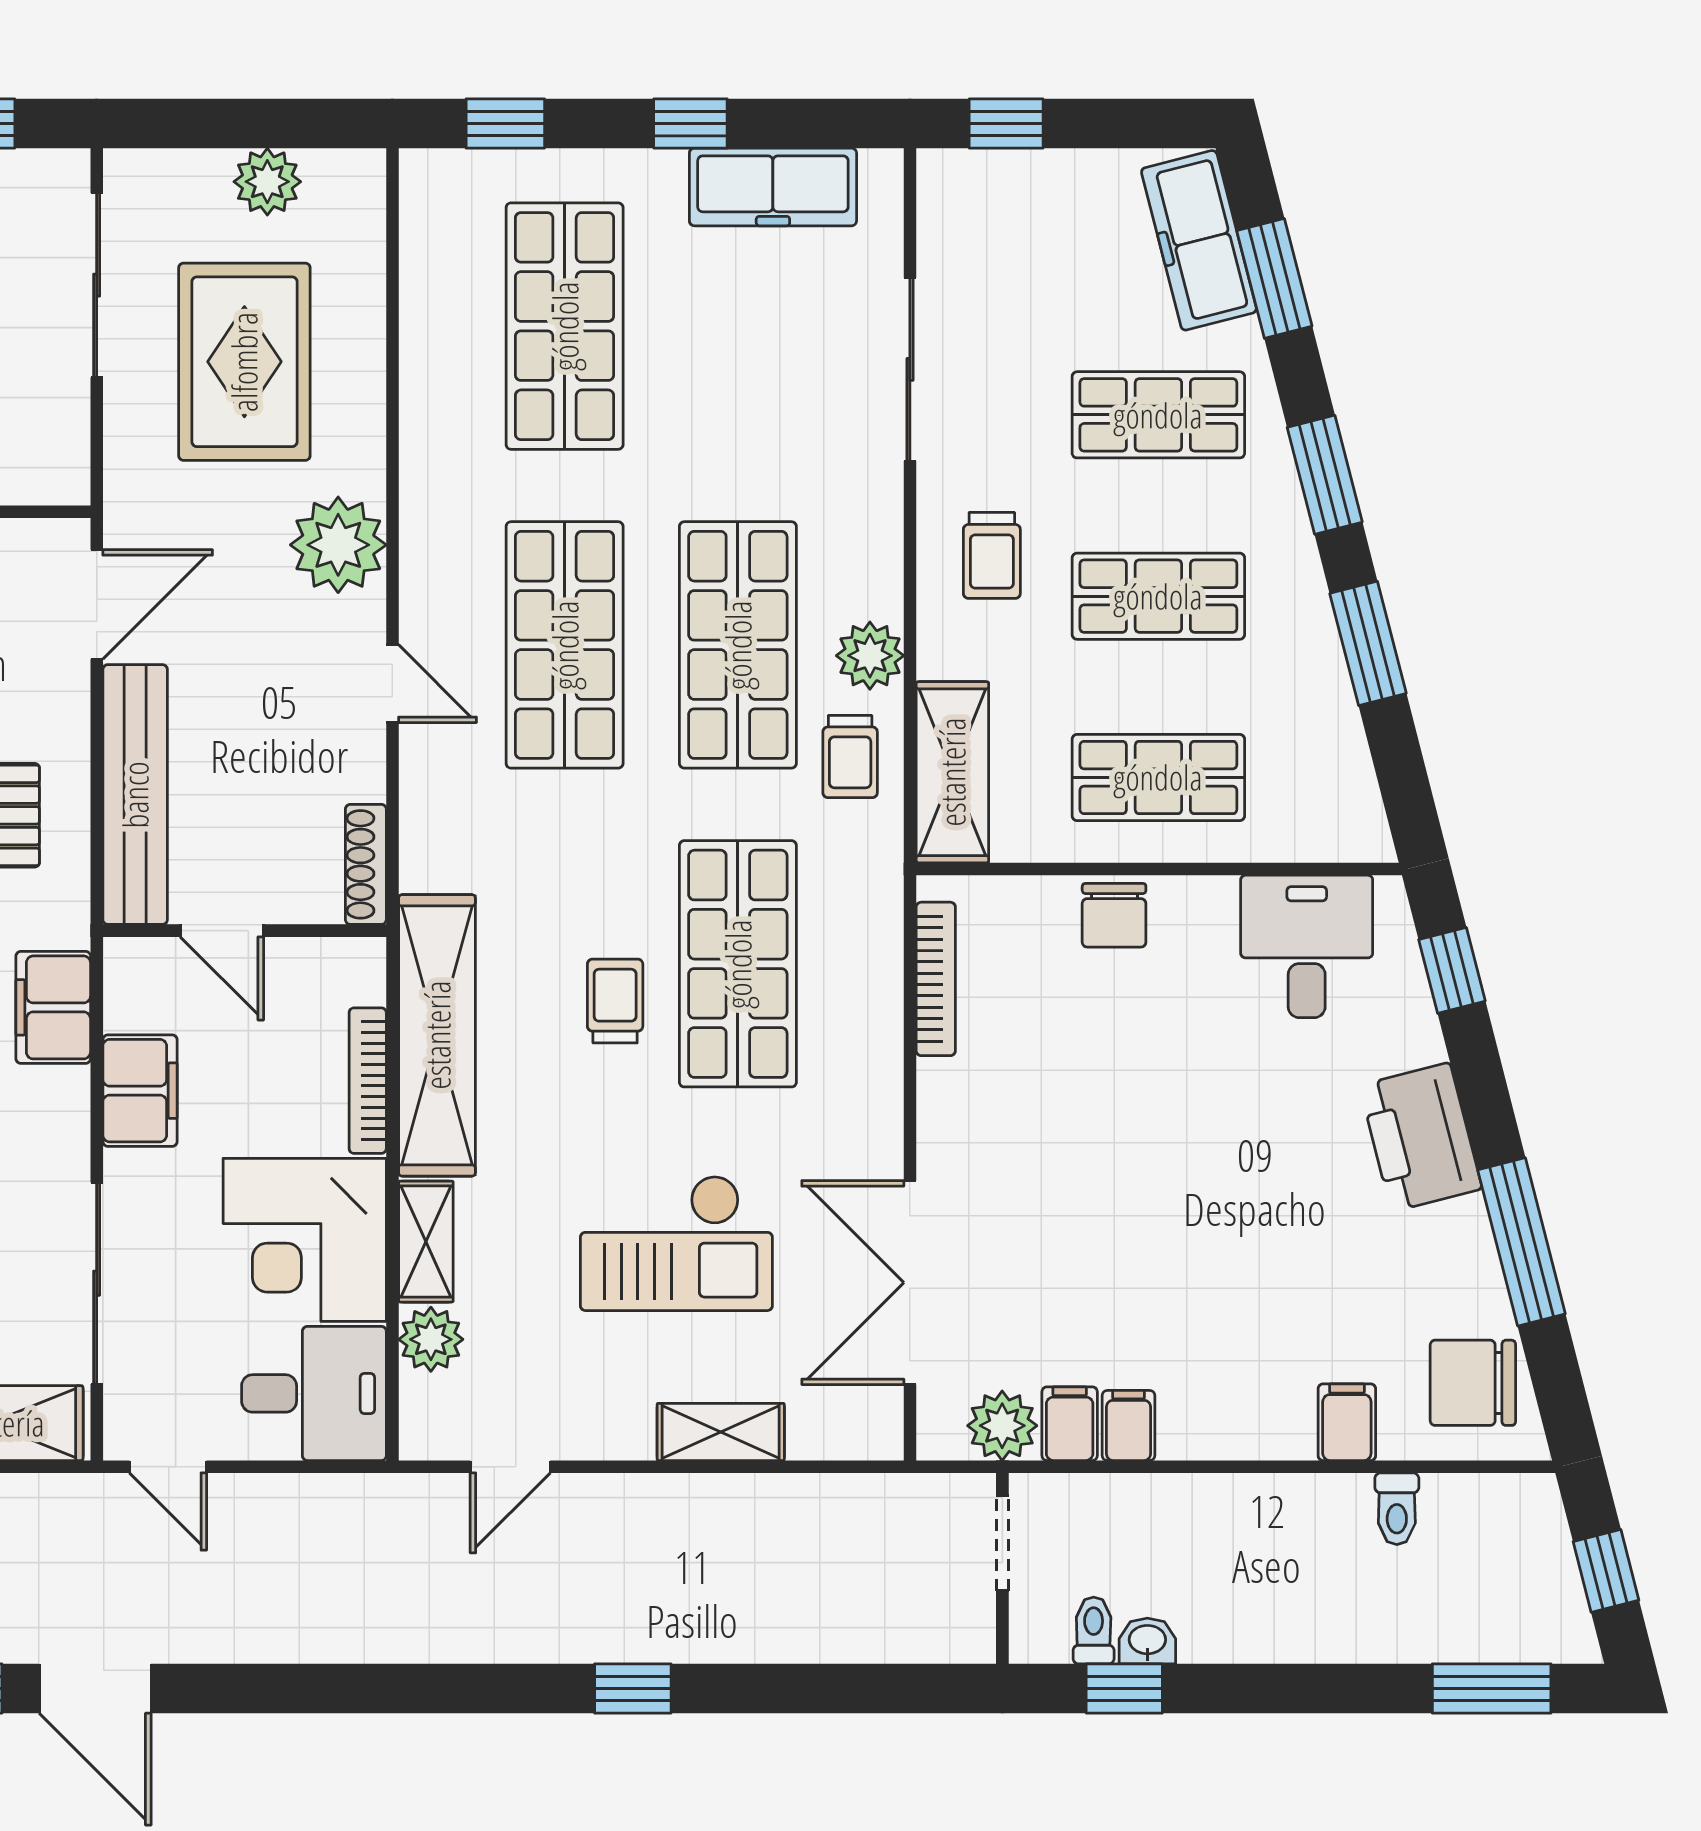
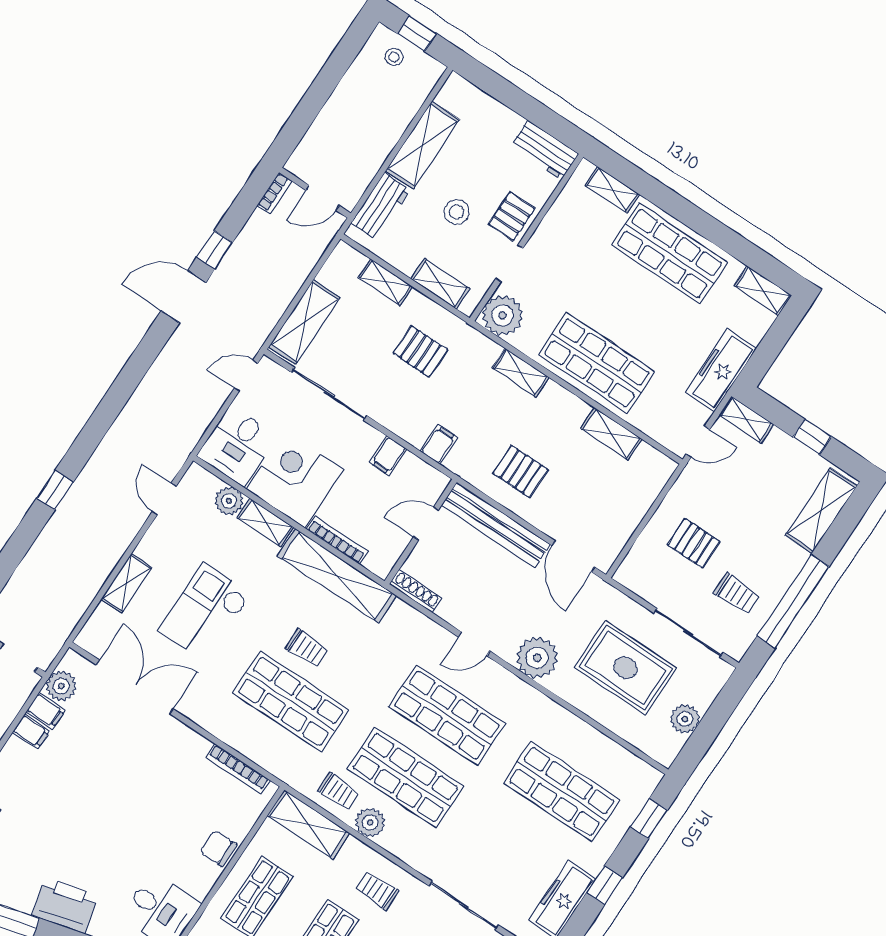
trolley: (850, 757) -> (338, 791), turned 180
filing cabinet: (53, 1007) -> (439, 444), width x0.50
filing cabinet: (140, 1091) -> (388, 456), width x0.50

